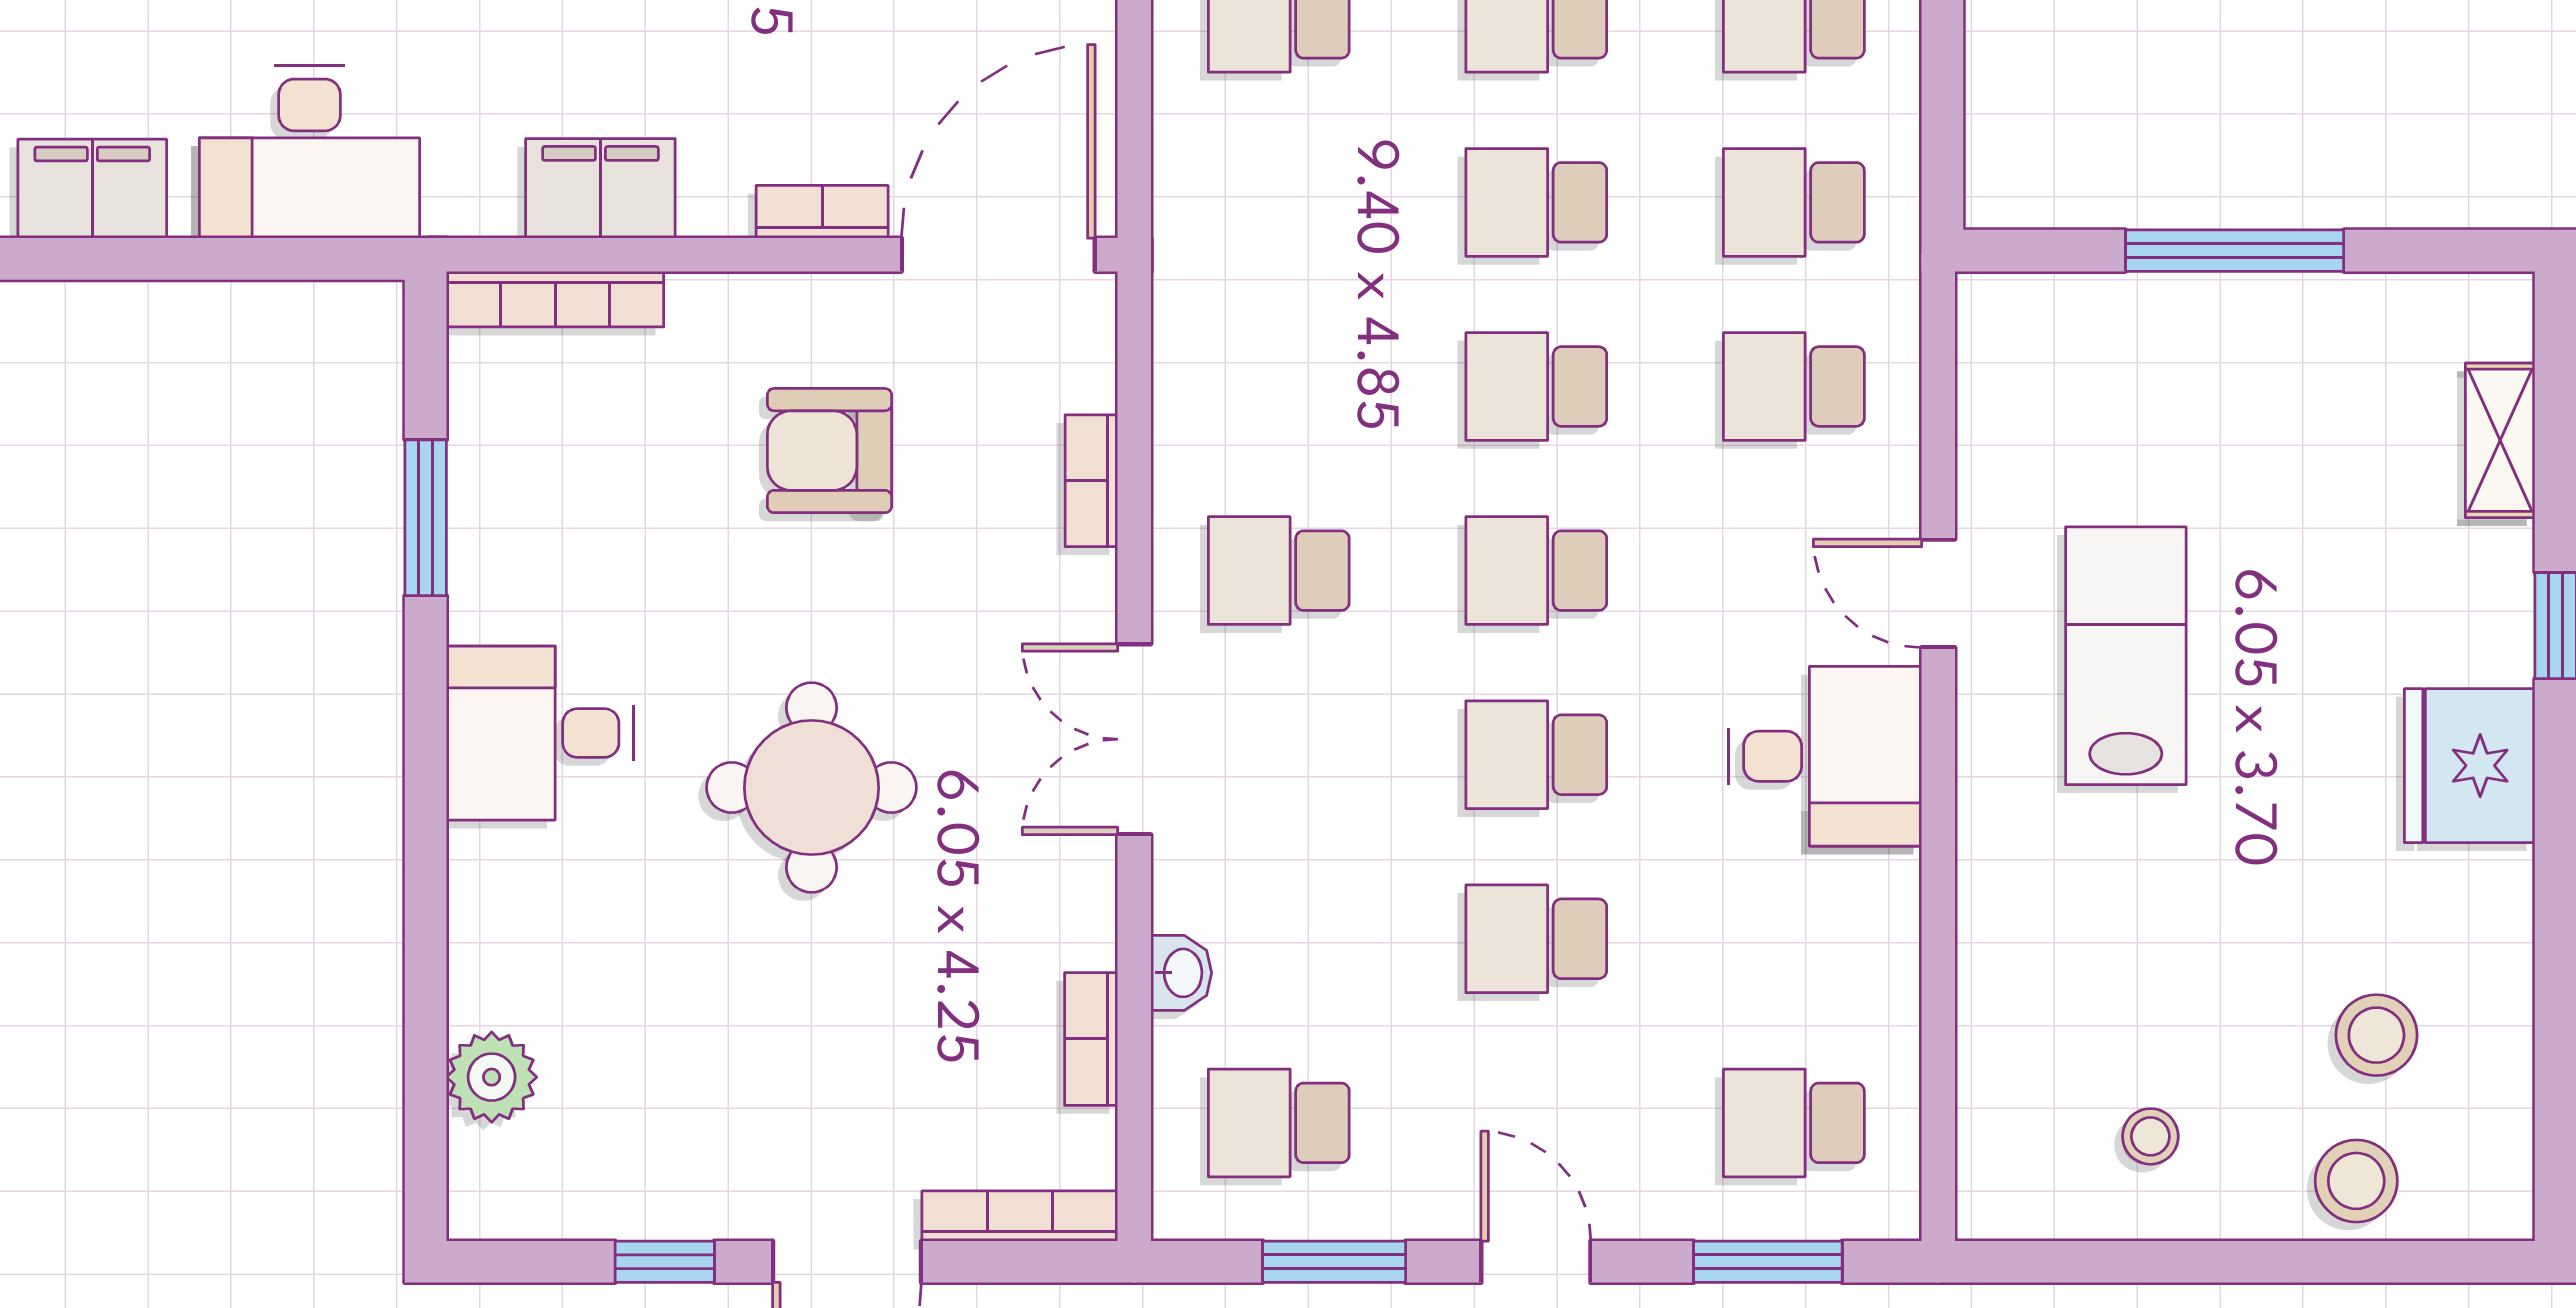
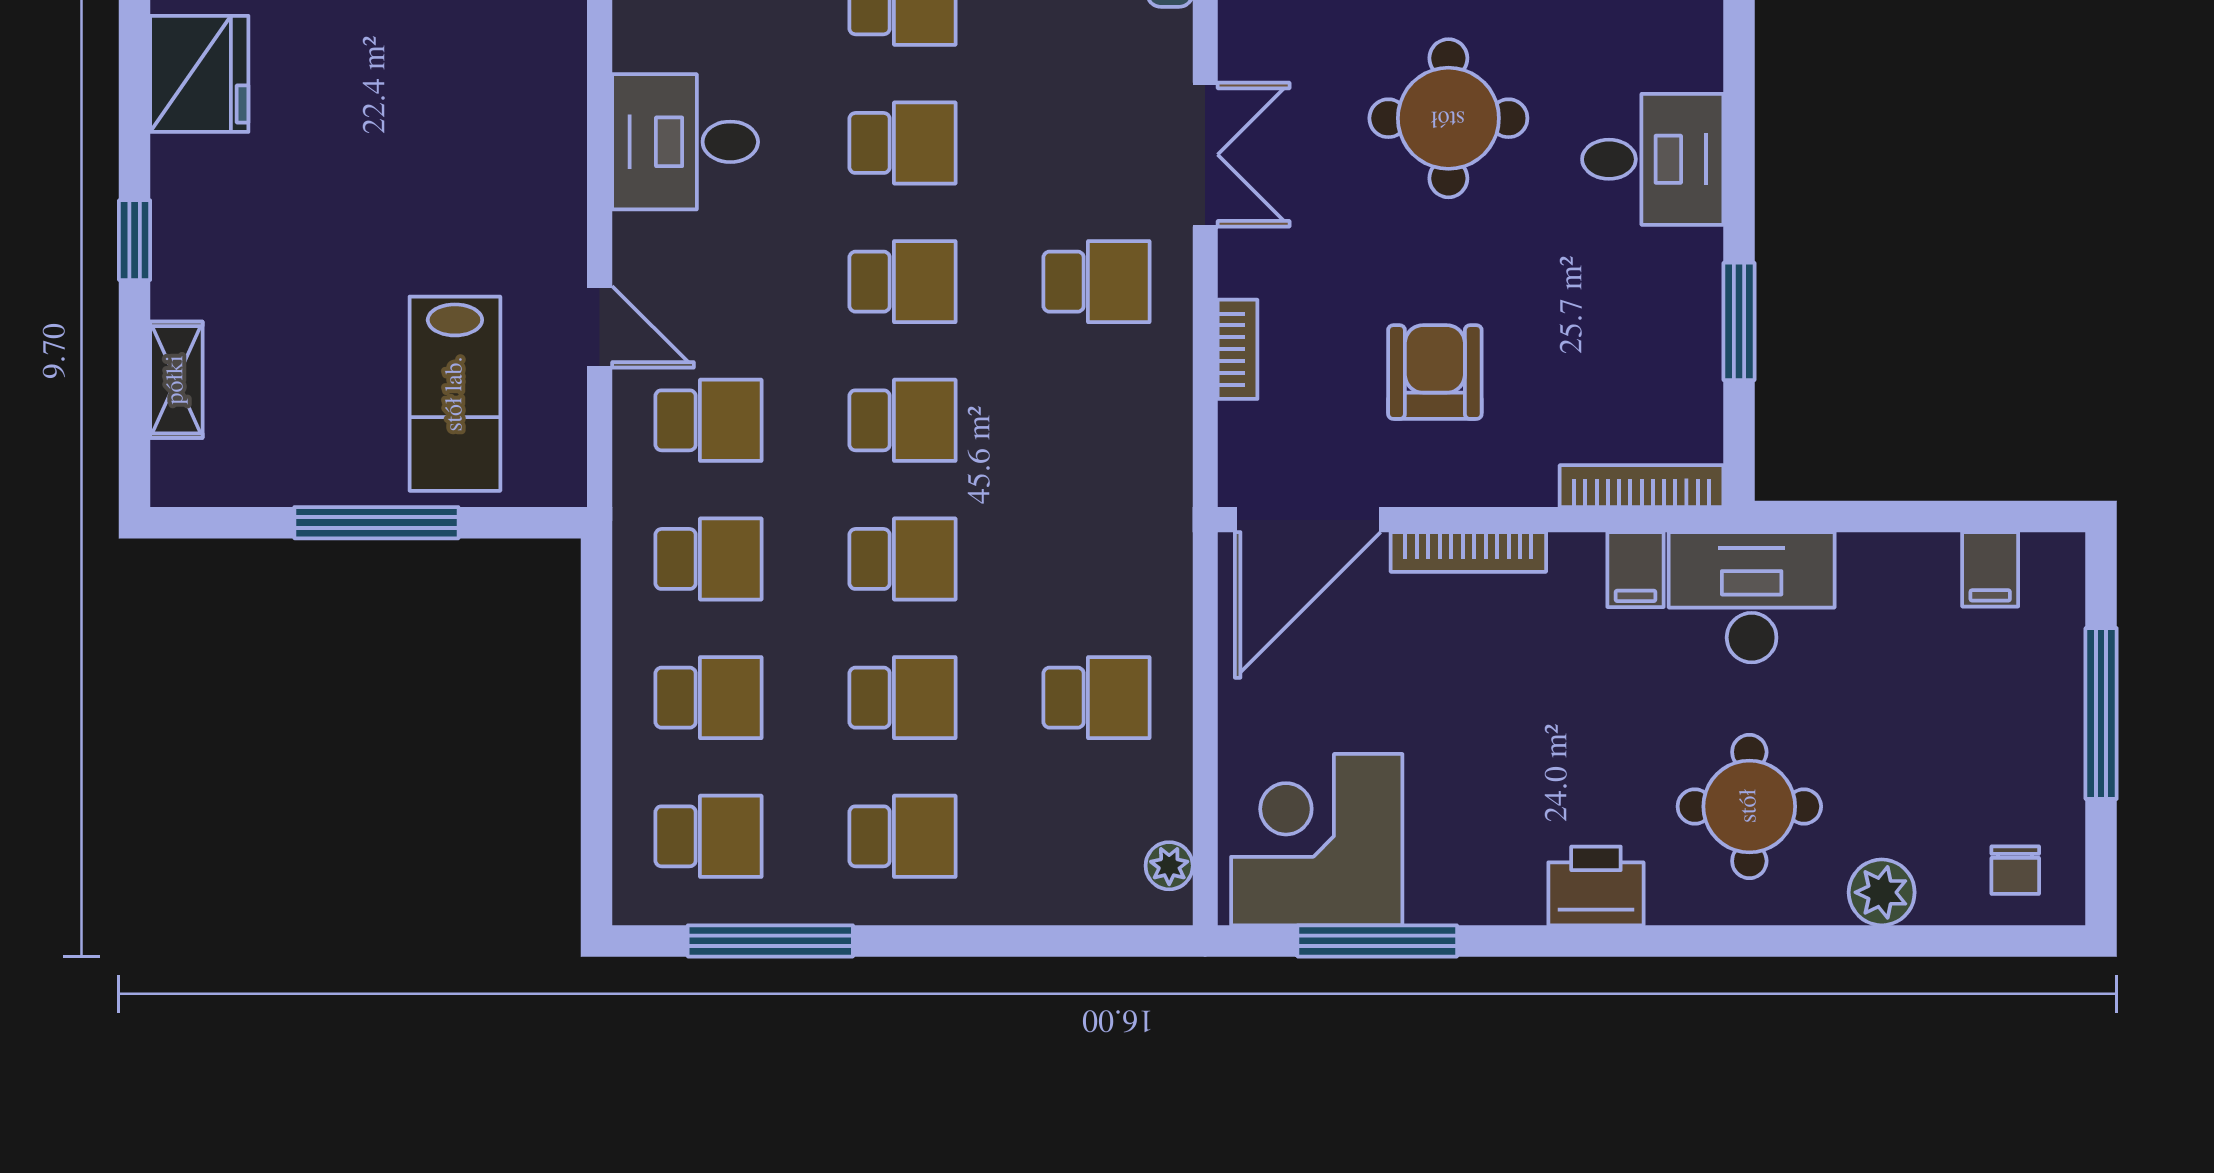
desk: (309, 152) -> (1752, 597), moved
filing cabinet: (600, 188) -> (1636, 570), width x0.50
filing cabinet: (92, 189) -> (1990, 569), width x0.50
bookcase: (822, 212) -> (1468, 552), width x1.56
armchair: (829, 451) -> (1435, 372), turned -90
door: (1938, 593) -> (600, 327), moved
lab bench: (2126, 656) -> (455, 394), moved
fridge: (2470, 766) -> (199, 74), moved

